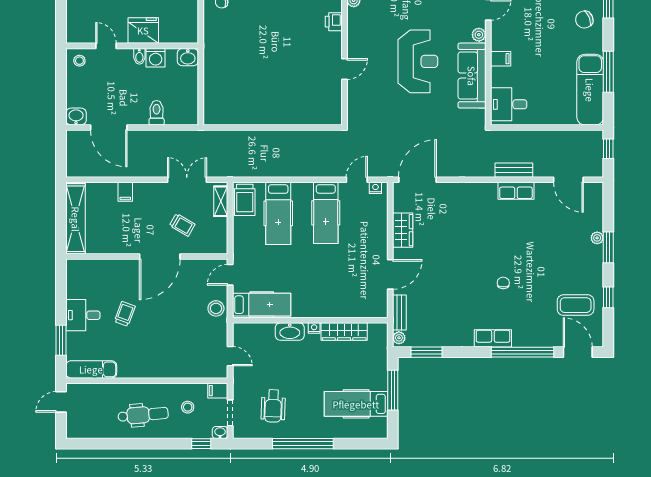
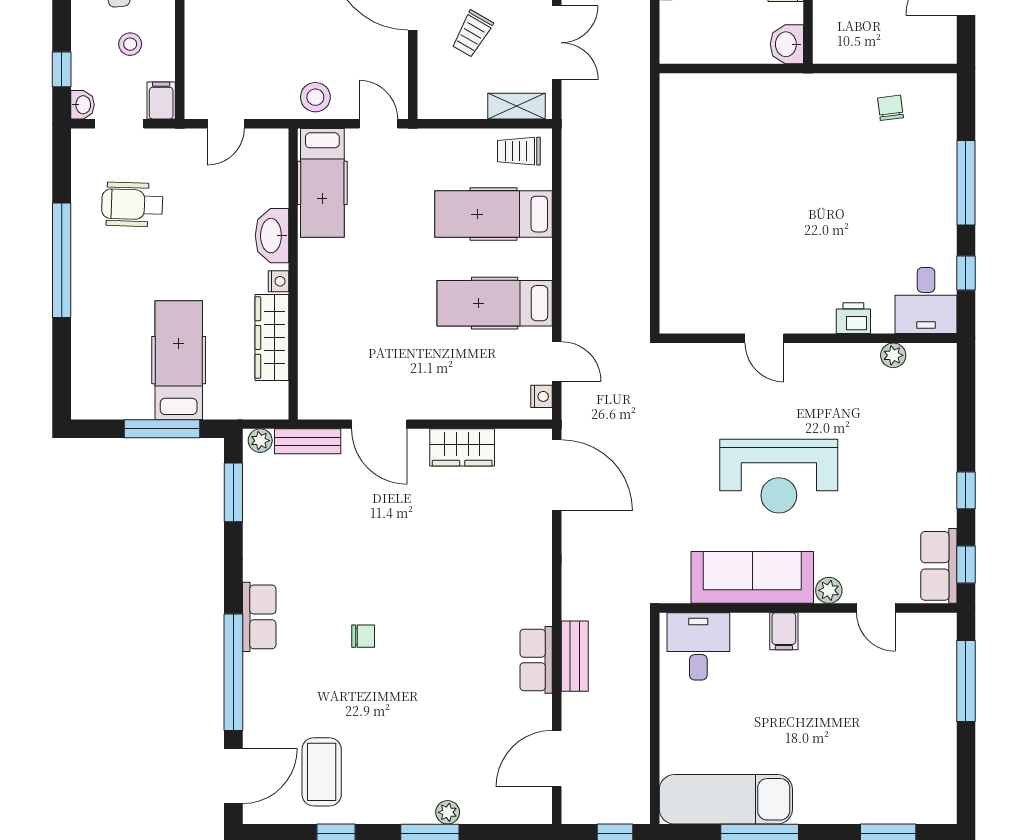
chair: (584, 20) -> (857, 788), removed
trolley: (245, 200) -> (519, 151), width x0.73, depth x0.72
hospital bed: (356, 404) -> (179, 360), moved

